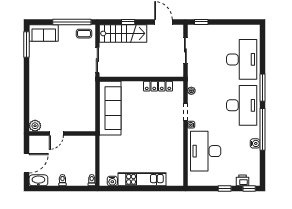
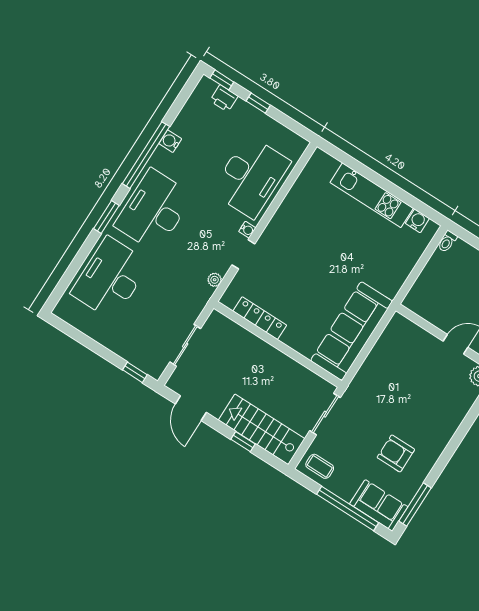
window: (72, 22) -> (348, 508), moved
armchair: (51, 63) -> (396, 453), added
window: (262, 88) -> (106, 217), width x0.69

